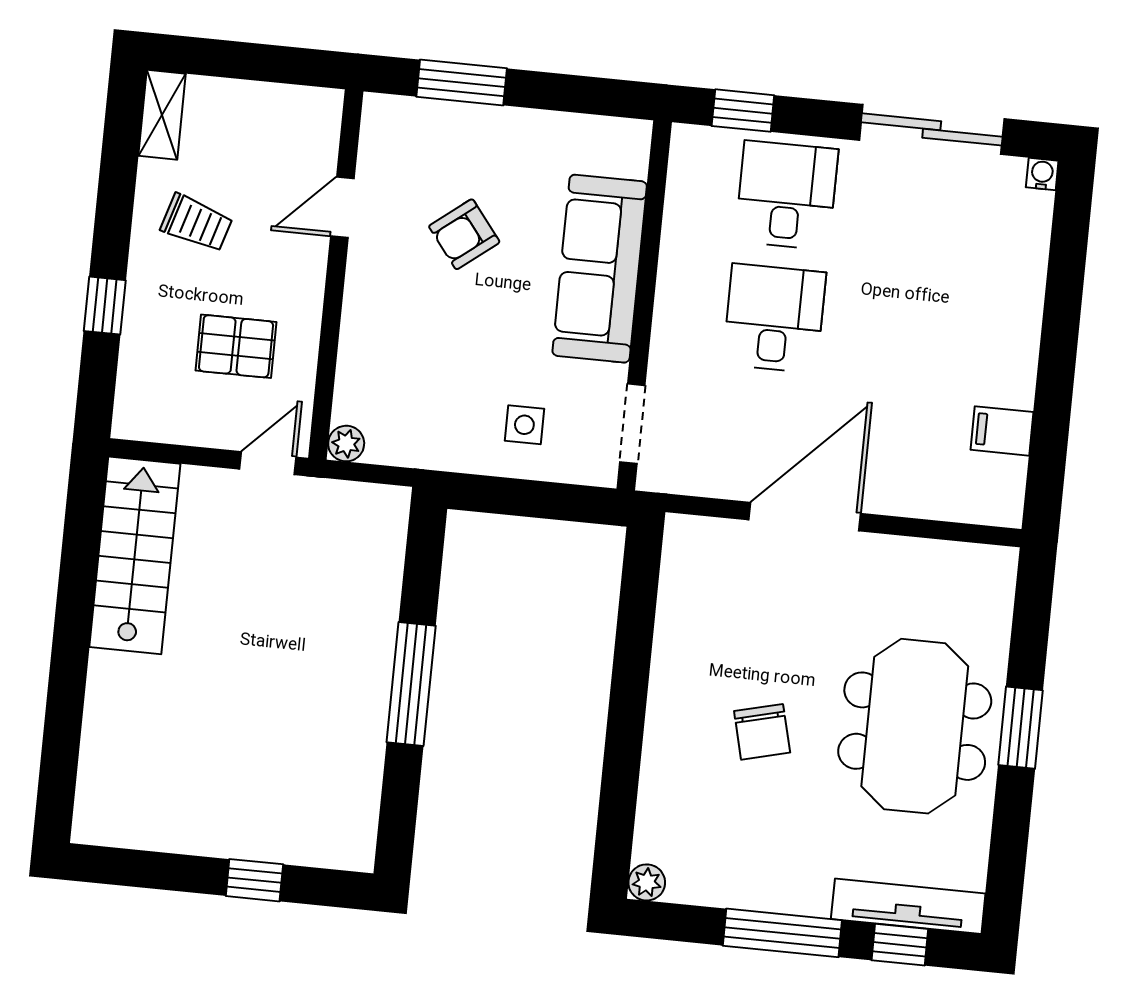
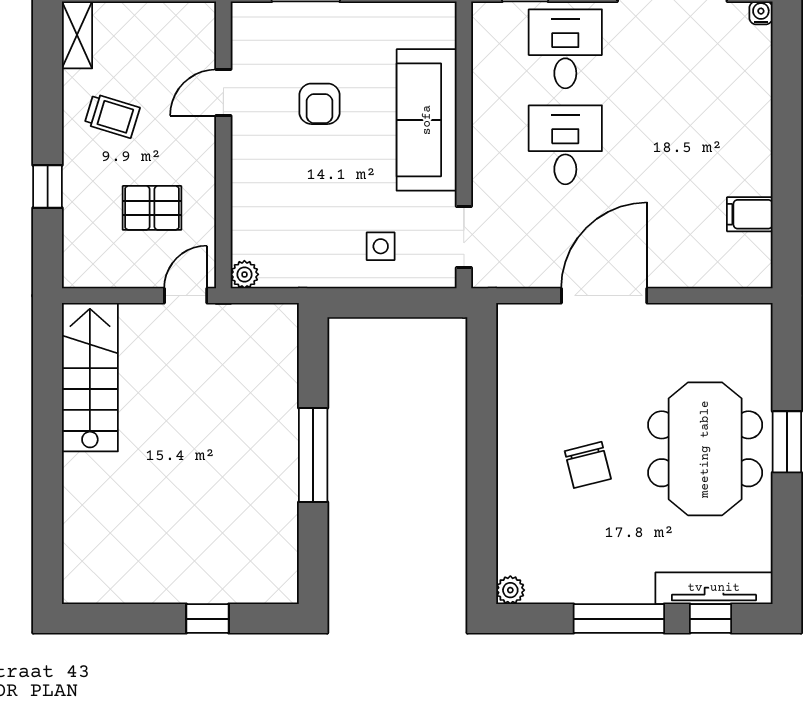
armchair: (464, 234) -> (320, 104), turned -52

